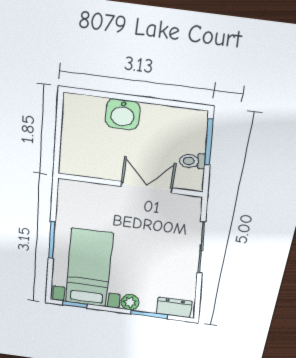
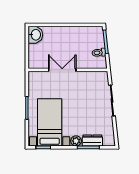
washbasin: (123, 114) -> (35, 35), moved, turned -90
double door: (147, 187) -> (62, 70), moved
dresser: (174, 307) -> (92, 141), moved

